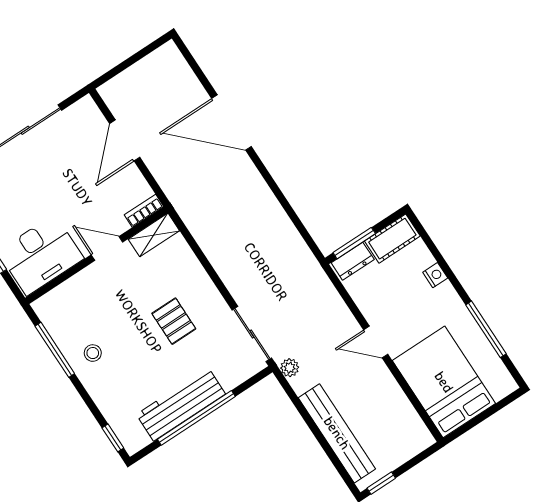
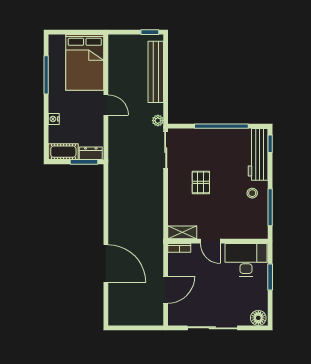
workbench: (181, 404) -> (258, 154), moved, turned 90

